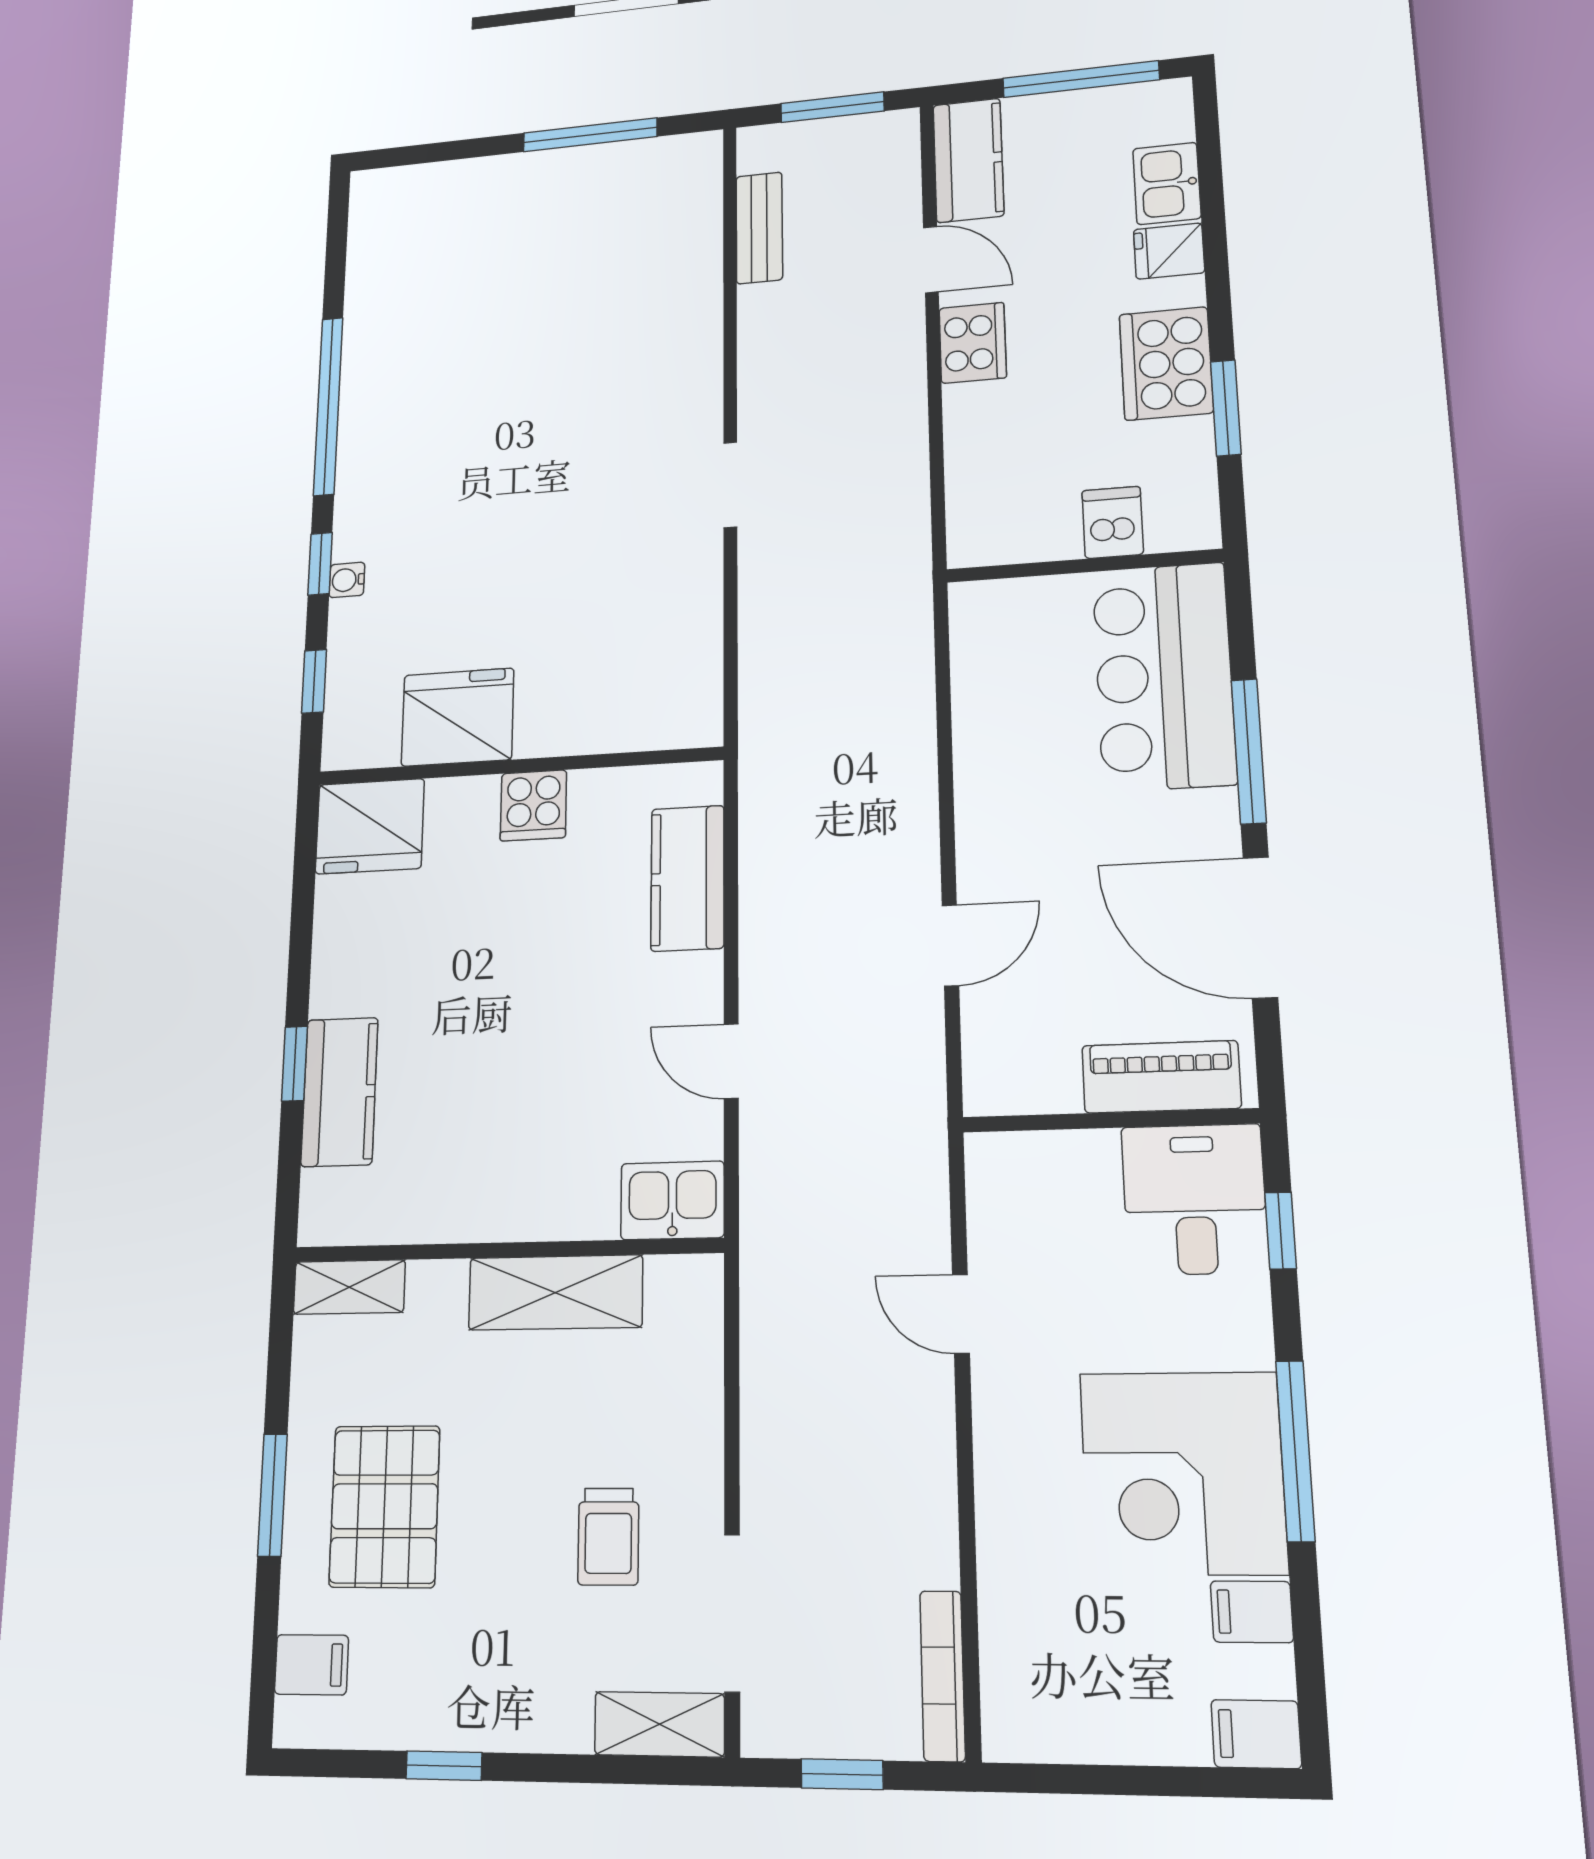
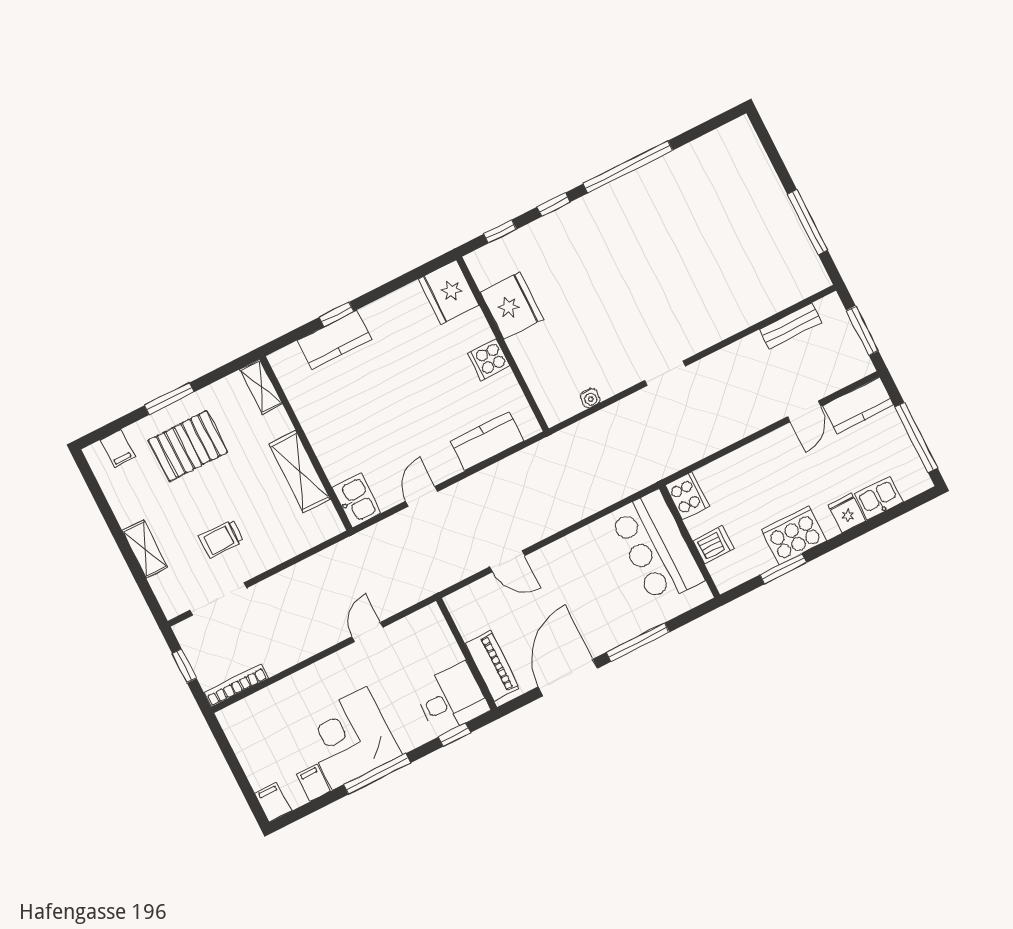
cooker: (973, 343) -> (687, 496), moved, turned -90
water cooler: (347, 580) -> (590, 398), moved, turned 180
bar counter: (1164, 676) -> (657, 547), moved, turned -90
shelving: (659, 1724) -> (145, 549), moved
window: (444, 1766) -> (110, 519), removed

